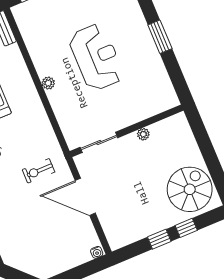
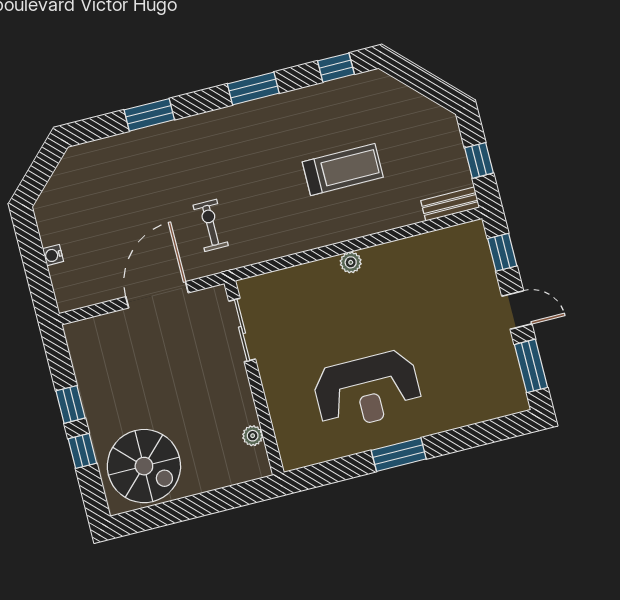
reception desk: (96, 57) -> (367, 390), moved
plant: (143, 134) -> (253, 436), moved
water cooler: (97, 252) -> (53, 255), moved

